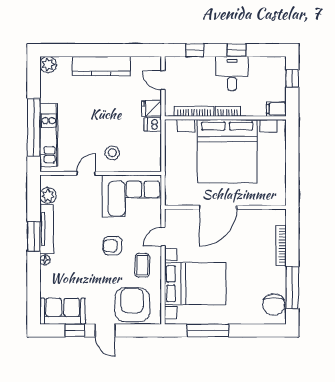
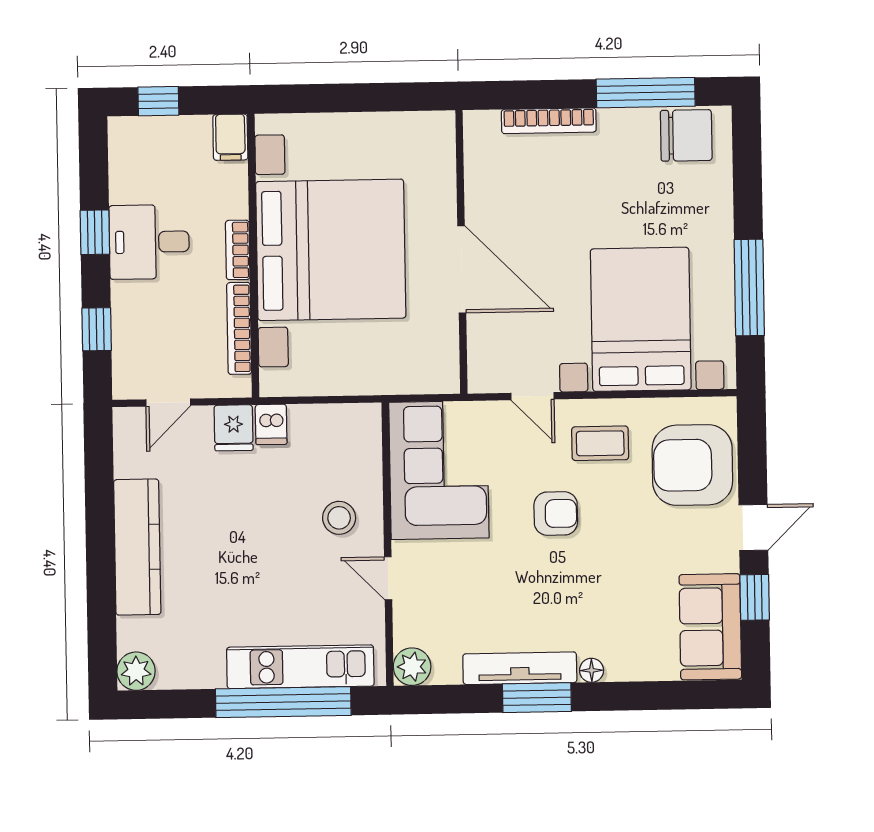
plant: (48, 195) -> (412, 667), moved
armchair: (112, 246) -> (556, 514), turned -90

